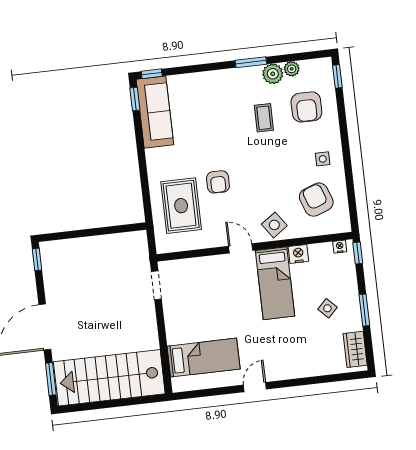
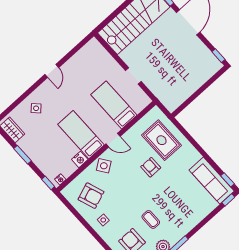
doorway: (156, 285) -> (133, 76), moved
side table: (327, 308) -> (36, 108), moved
bed: (204, 358) -> (114, 105), moved, turned 90

